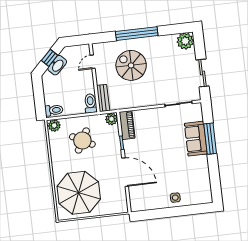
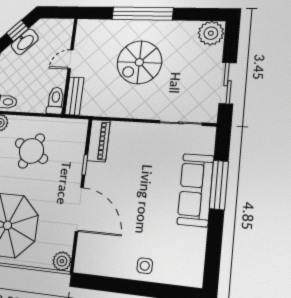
door: (93, 62) -> (71, 59), moved
spiral stairs: (131, 65) -> (139, 62), moved, turned -90
plant: (112, 119) -> (62, 261), moved
sofa: (196, 139) -> (196, 190), width x1.36

